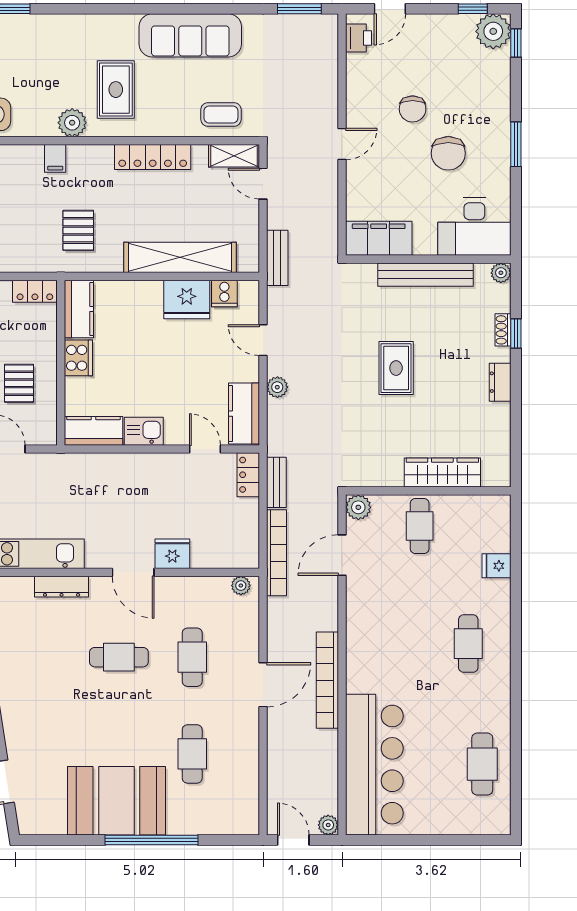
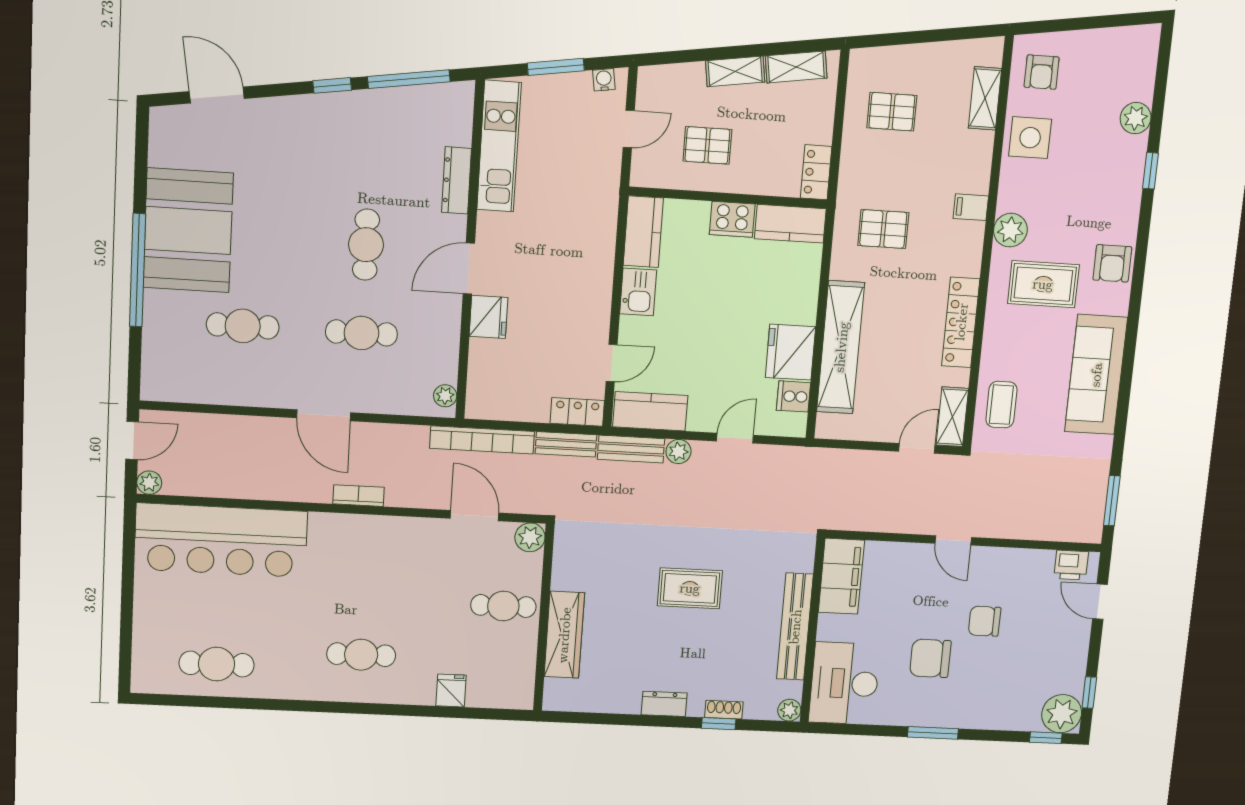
armchair: (94, 32) -> (1112, 263), added
bench: (277, 258) -> (631, 449), moved
bookcase: (327, 680) -> (359, 496), width x0.43, depth x0.76

